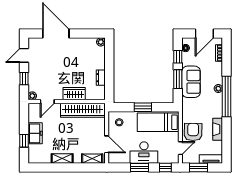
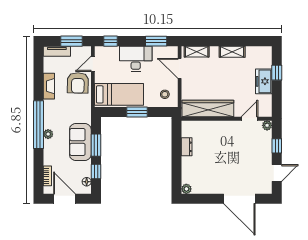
door: (204, 33) -> (64, 199), hinge flipped
wardrobe: (74, 94) -> (218, 128), removed
window: (139, 167) -> (156, 41), moved

